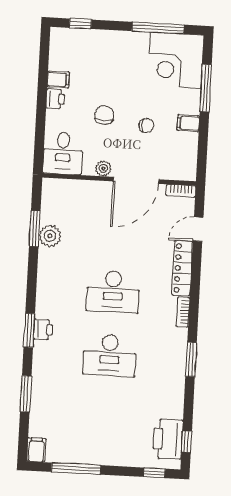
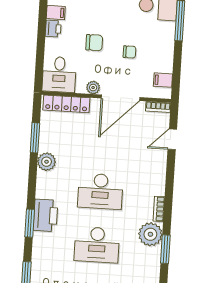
chair: (104, 115) -> (94, 43), turned 90
filing cabinet: (188, 123) -> (163, 80), moved
plant: (50, 236) -> (47, 162), moved
locker: (182, 268) -> (66, 104), moved, turned -90
printer: (43, 329) -> (45, 215), width x1.87, depth x1.48
plant: (173, 342) -> (150, 234), added

